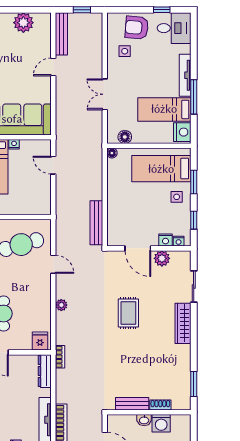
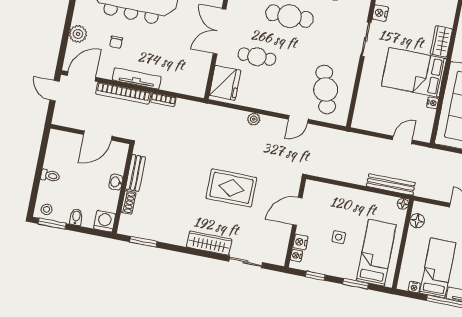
nightstand: (182, 132) -> (414, 287), width x0.53, depth x0.56
side table: (177, 197) -> (339, 237), moved
bench: (96, 223) -> (391, 184), moved
plant: (162, 258) -> (282, 234), removed
rug: (128, 313) -> (231, 188), width x1.36, depth x1.43
fridge: (40, 341) -> (225, 83), width x1.88, depth x1.34
bookcase: (60, 357) -> (163, 100), moved
dresser: (45, 371) -> (188, 88), removed
washing machine: (161, 423) -> (105, 221), moved, turned 90

